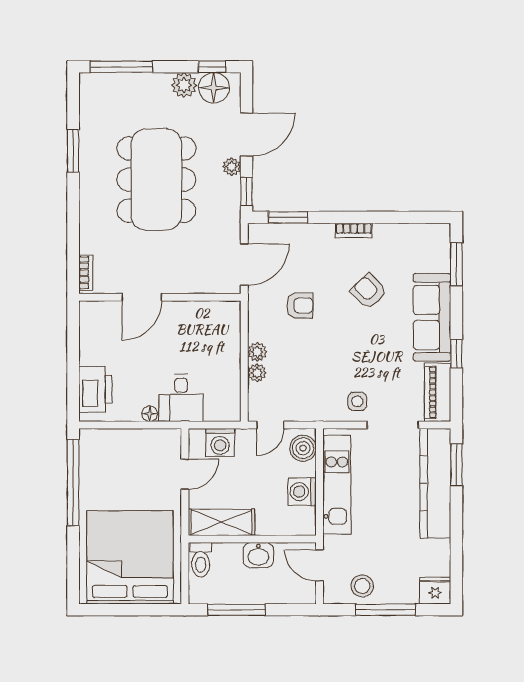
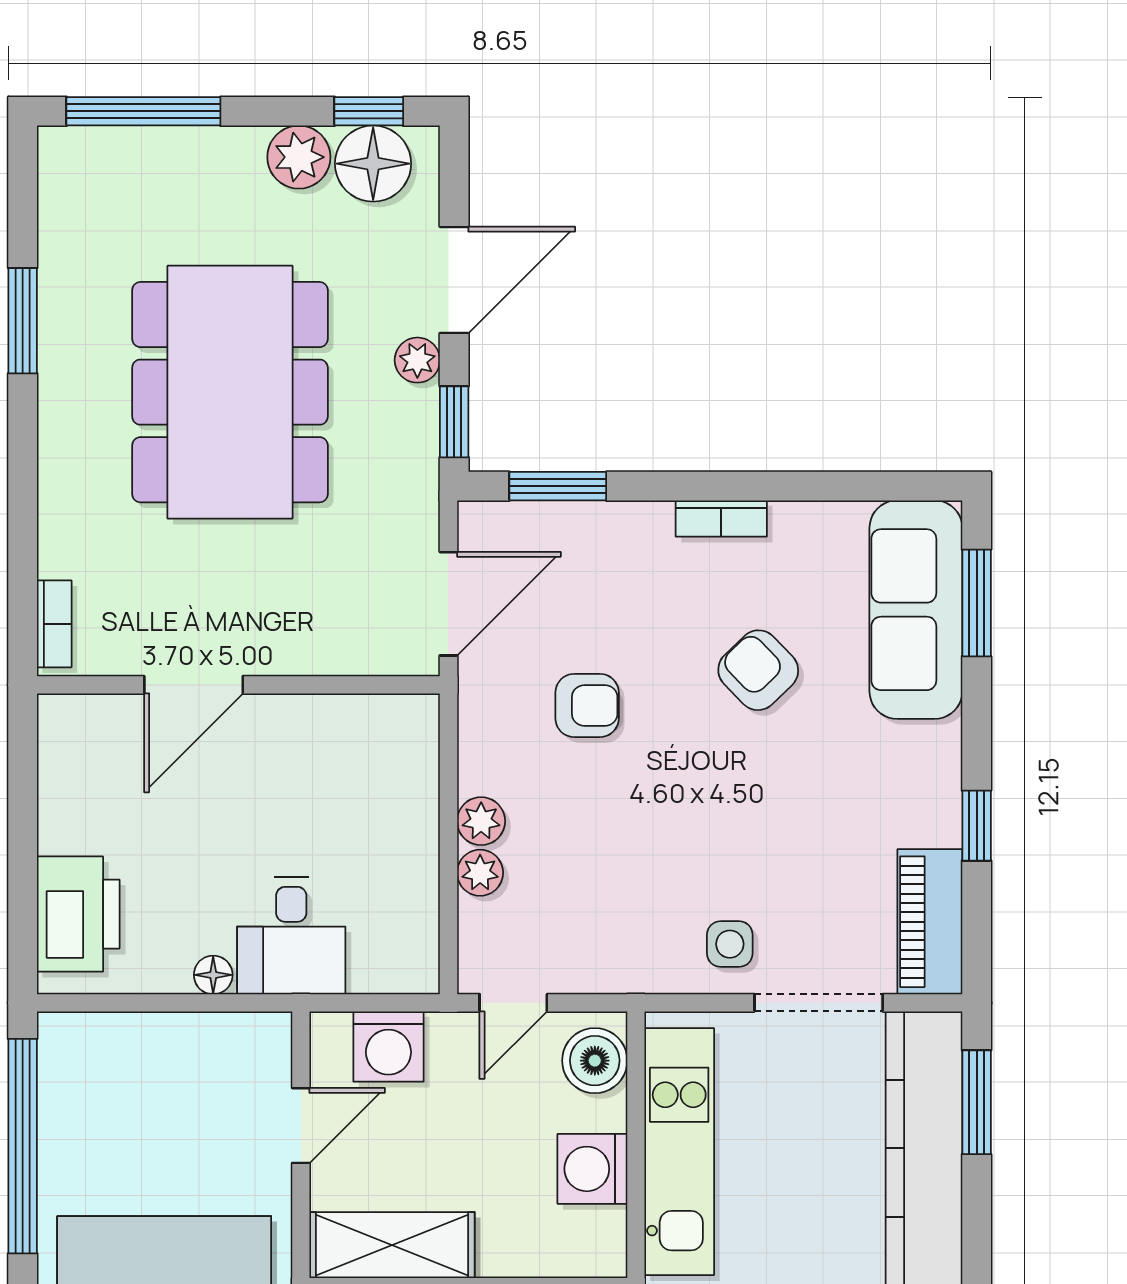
sofa: (432, 317) -> (916, 610), moved

